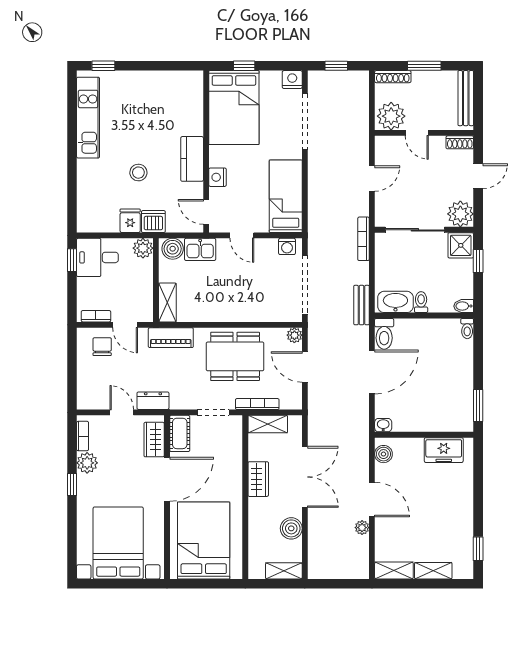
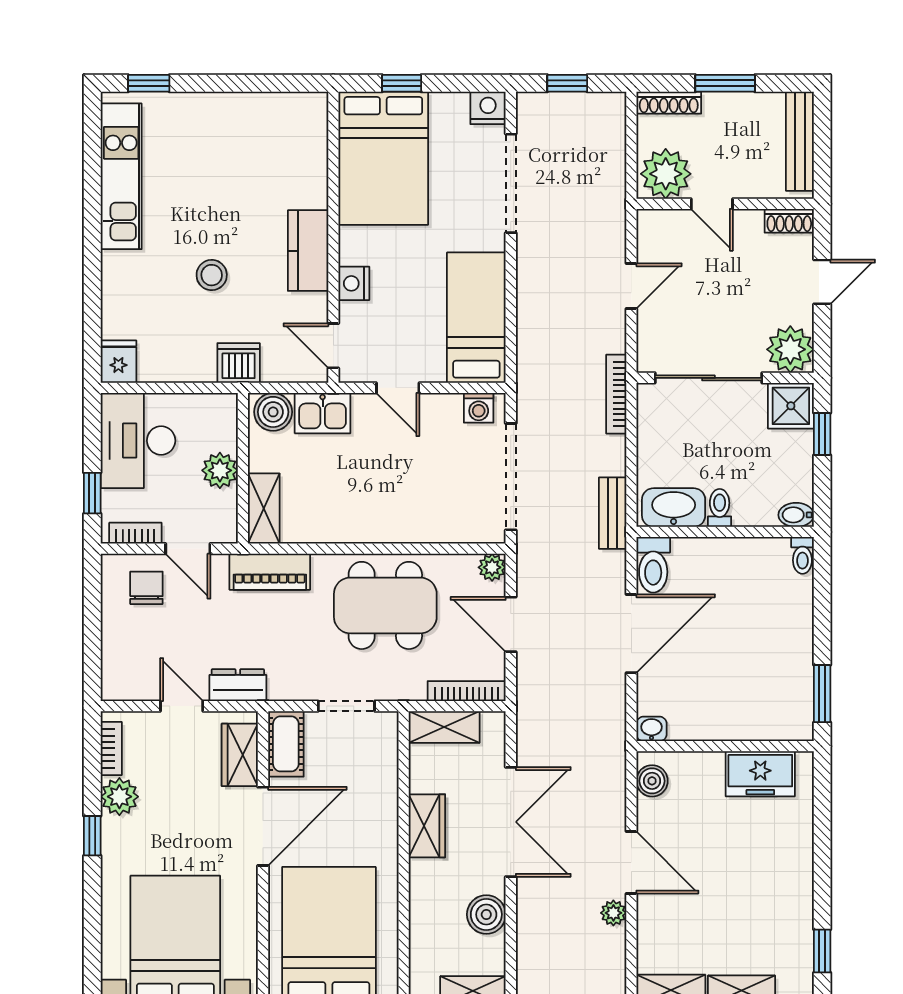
fridge: (130, 221) -> (118, 362), moved
plant: (143, 248) -> (220, 470), moved
desk: (97, 257) -> (138, 441), width x1.37
window: (72, 260) -> (92, 493), moved
bookcase: (257, 404) -> (467, 691), moved

